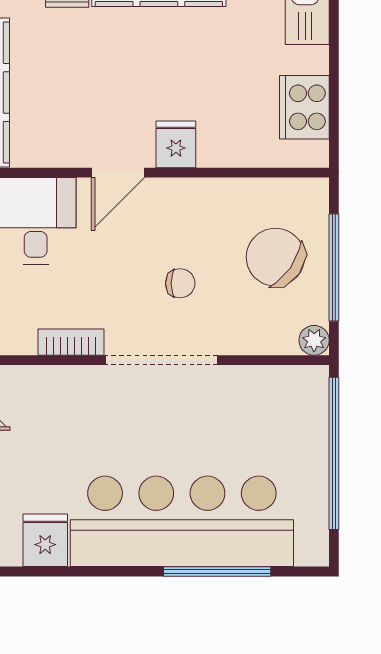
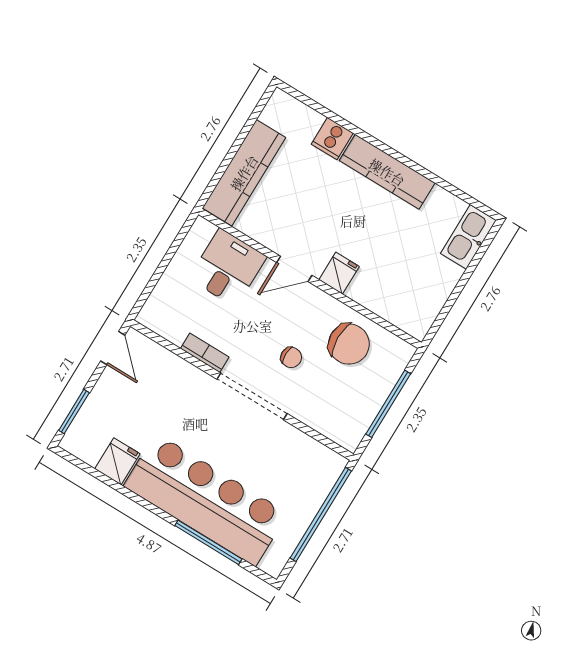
cooker: (304, 107) -> (429, 298), removed
chair: (275, 257) -> (349, 344), moved, turned 144
plant: (314, 340) -> (350, 440), removed

